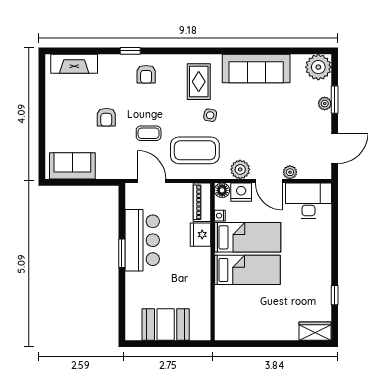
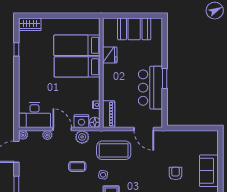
plant: (325, 104) -> (23, 135), moved
coffee table: (149, 133) -> (77, 166), moved
sofa: (72, 166) -> (209, 171), moved, turned 90
fridge: (201, 235) -> (110, 55), moved
bed: (248, 237) -> (77, 45), moved

